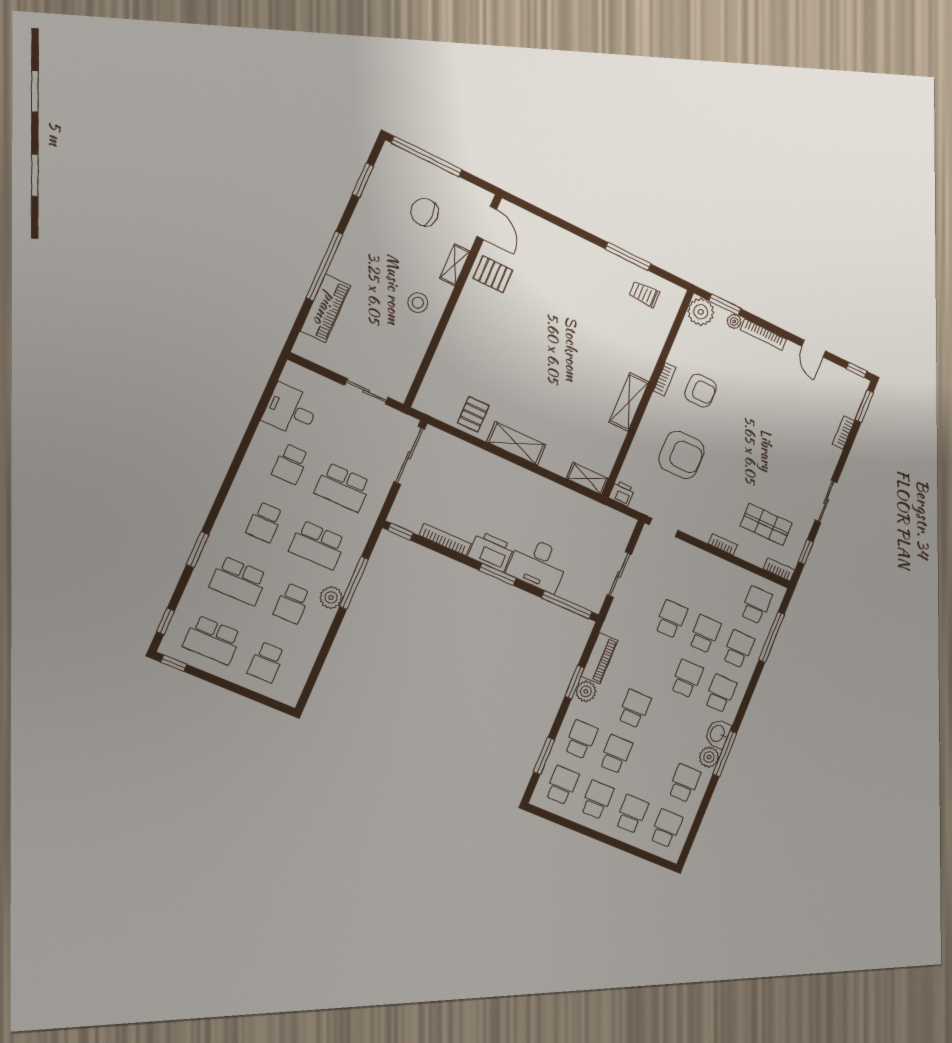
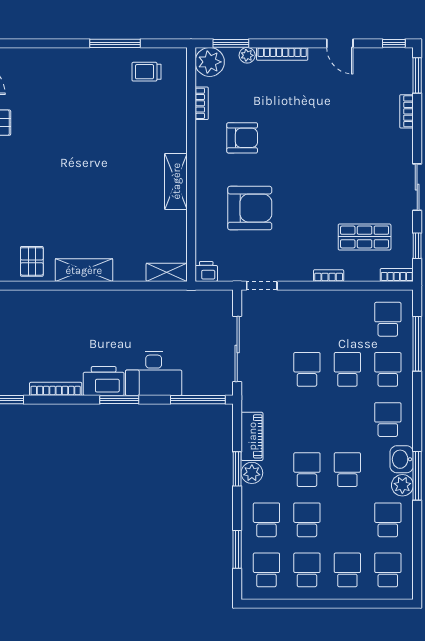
bookcase: (665, 379) -> (202, 103), moved
sliding door: (619, 574) -> (237, 349), width x1.37
school desk: (687, 679) -> (347, 470), moved

